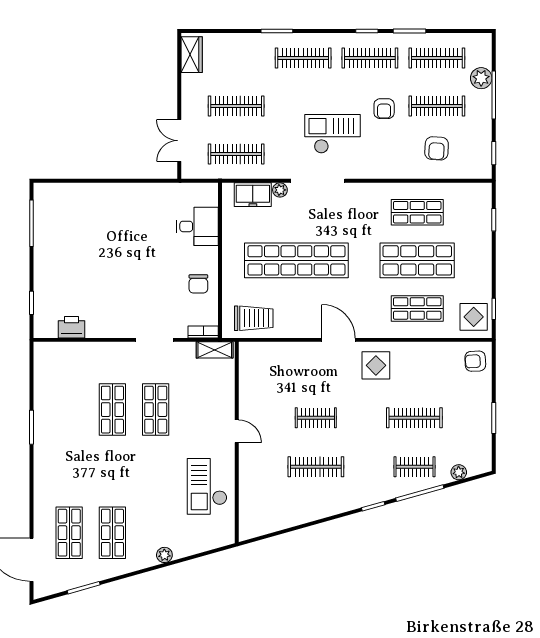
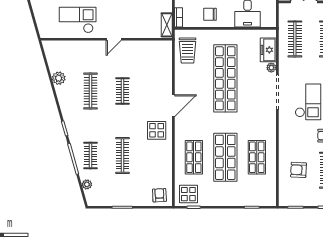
plant: (296, 515) -> (59, 78), added

